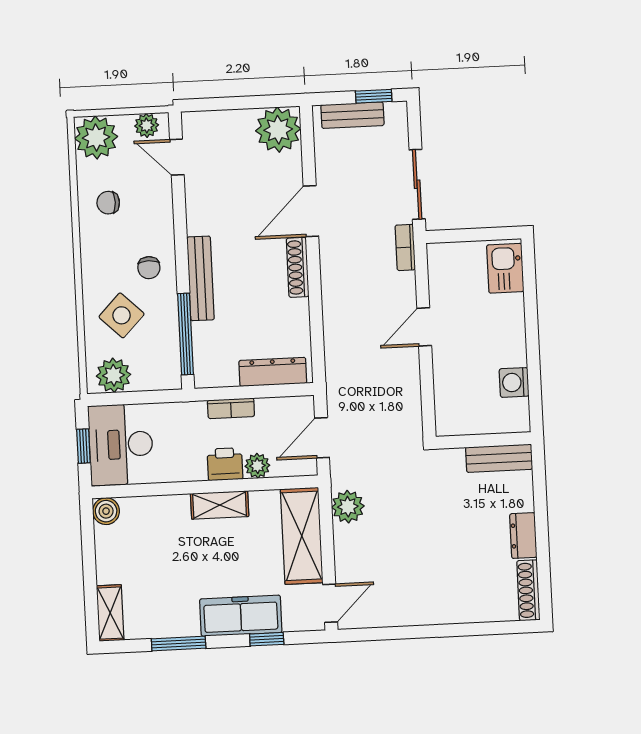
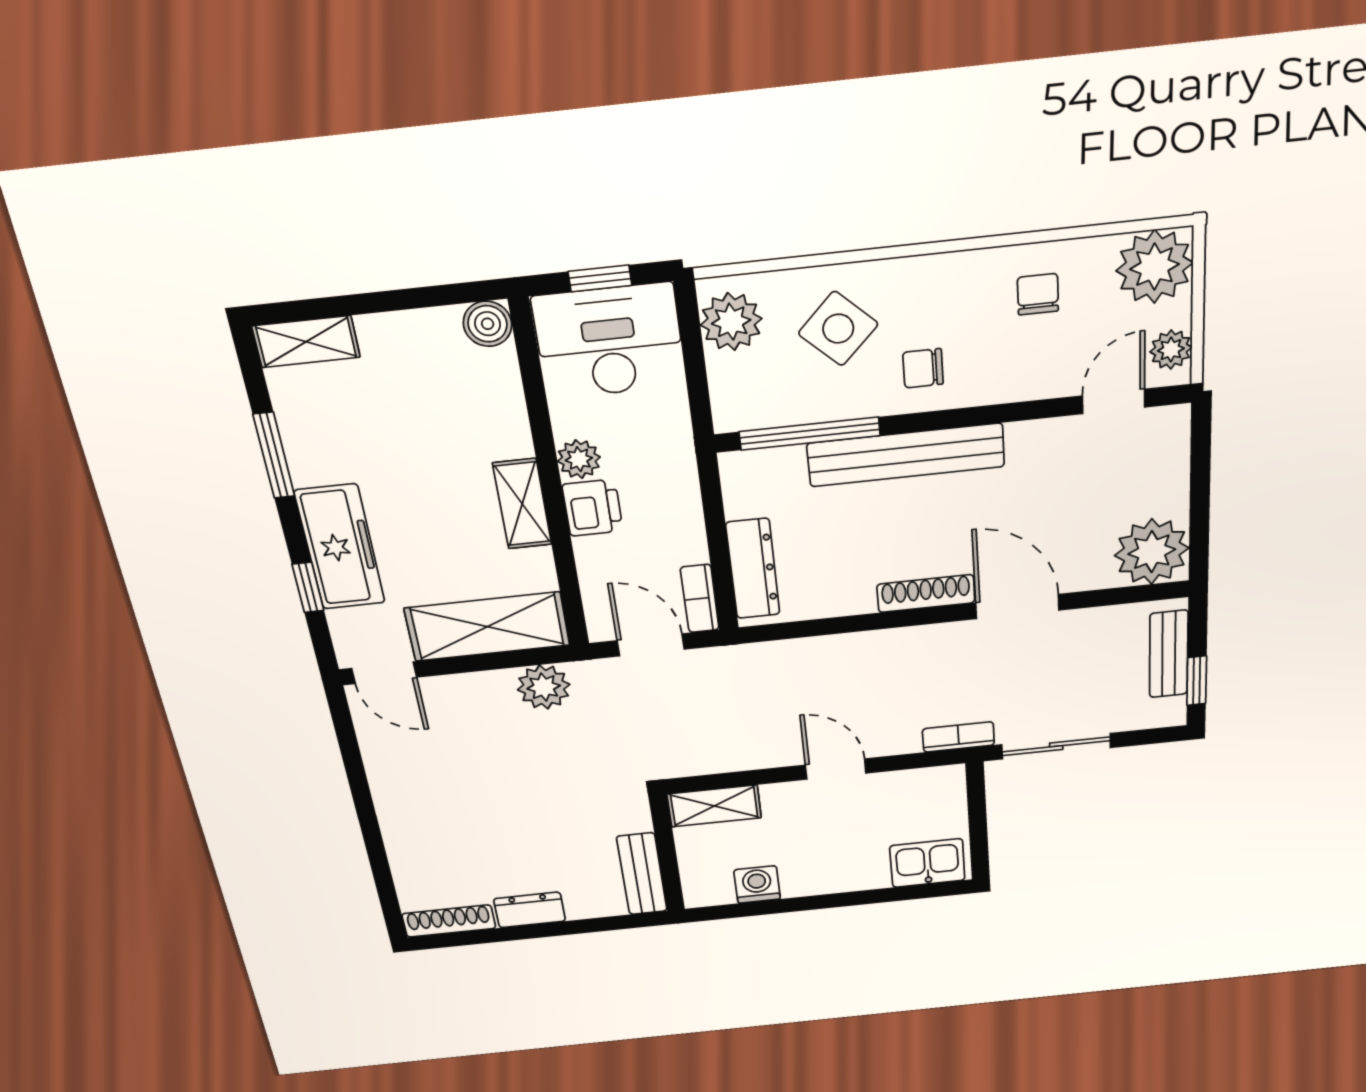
bench: (201, 278) -> (906, 455), width x1.37, depth x1.21
shelving: (447, 407) -> (714, 806), added
bookcase: (231, 408) -> (700, 599), moved
plant: (257, 466) -> (579, 459), moved

